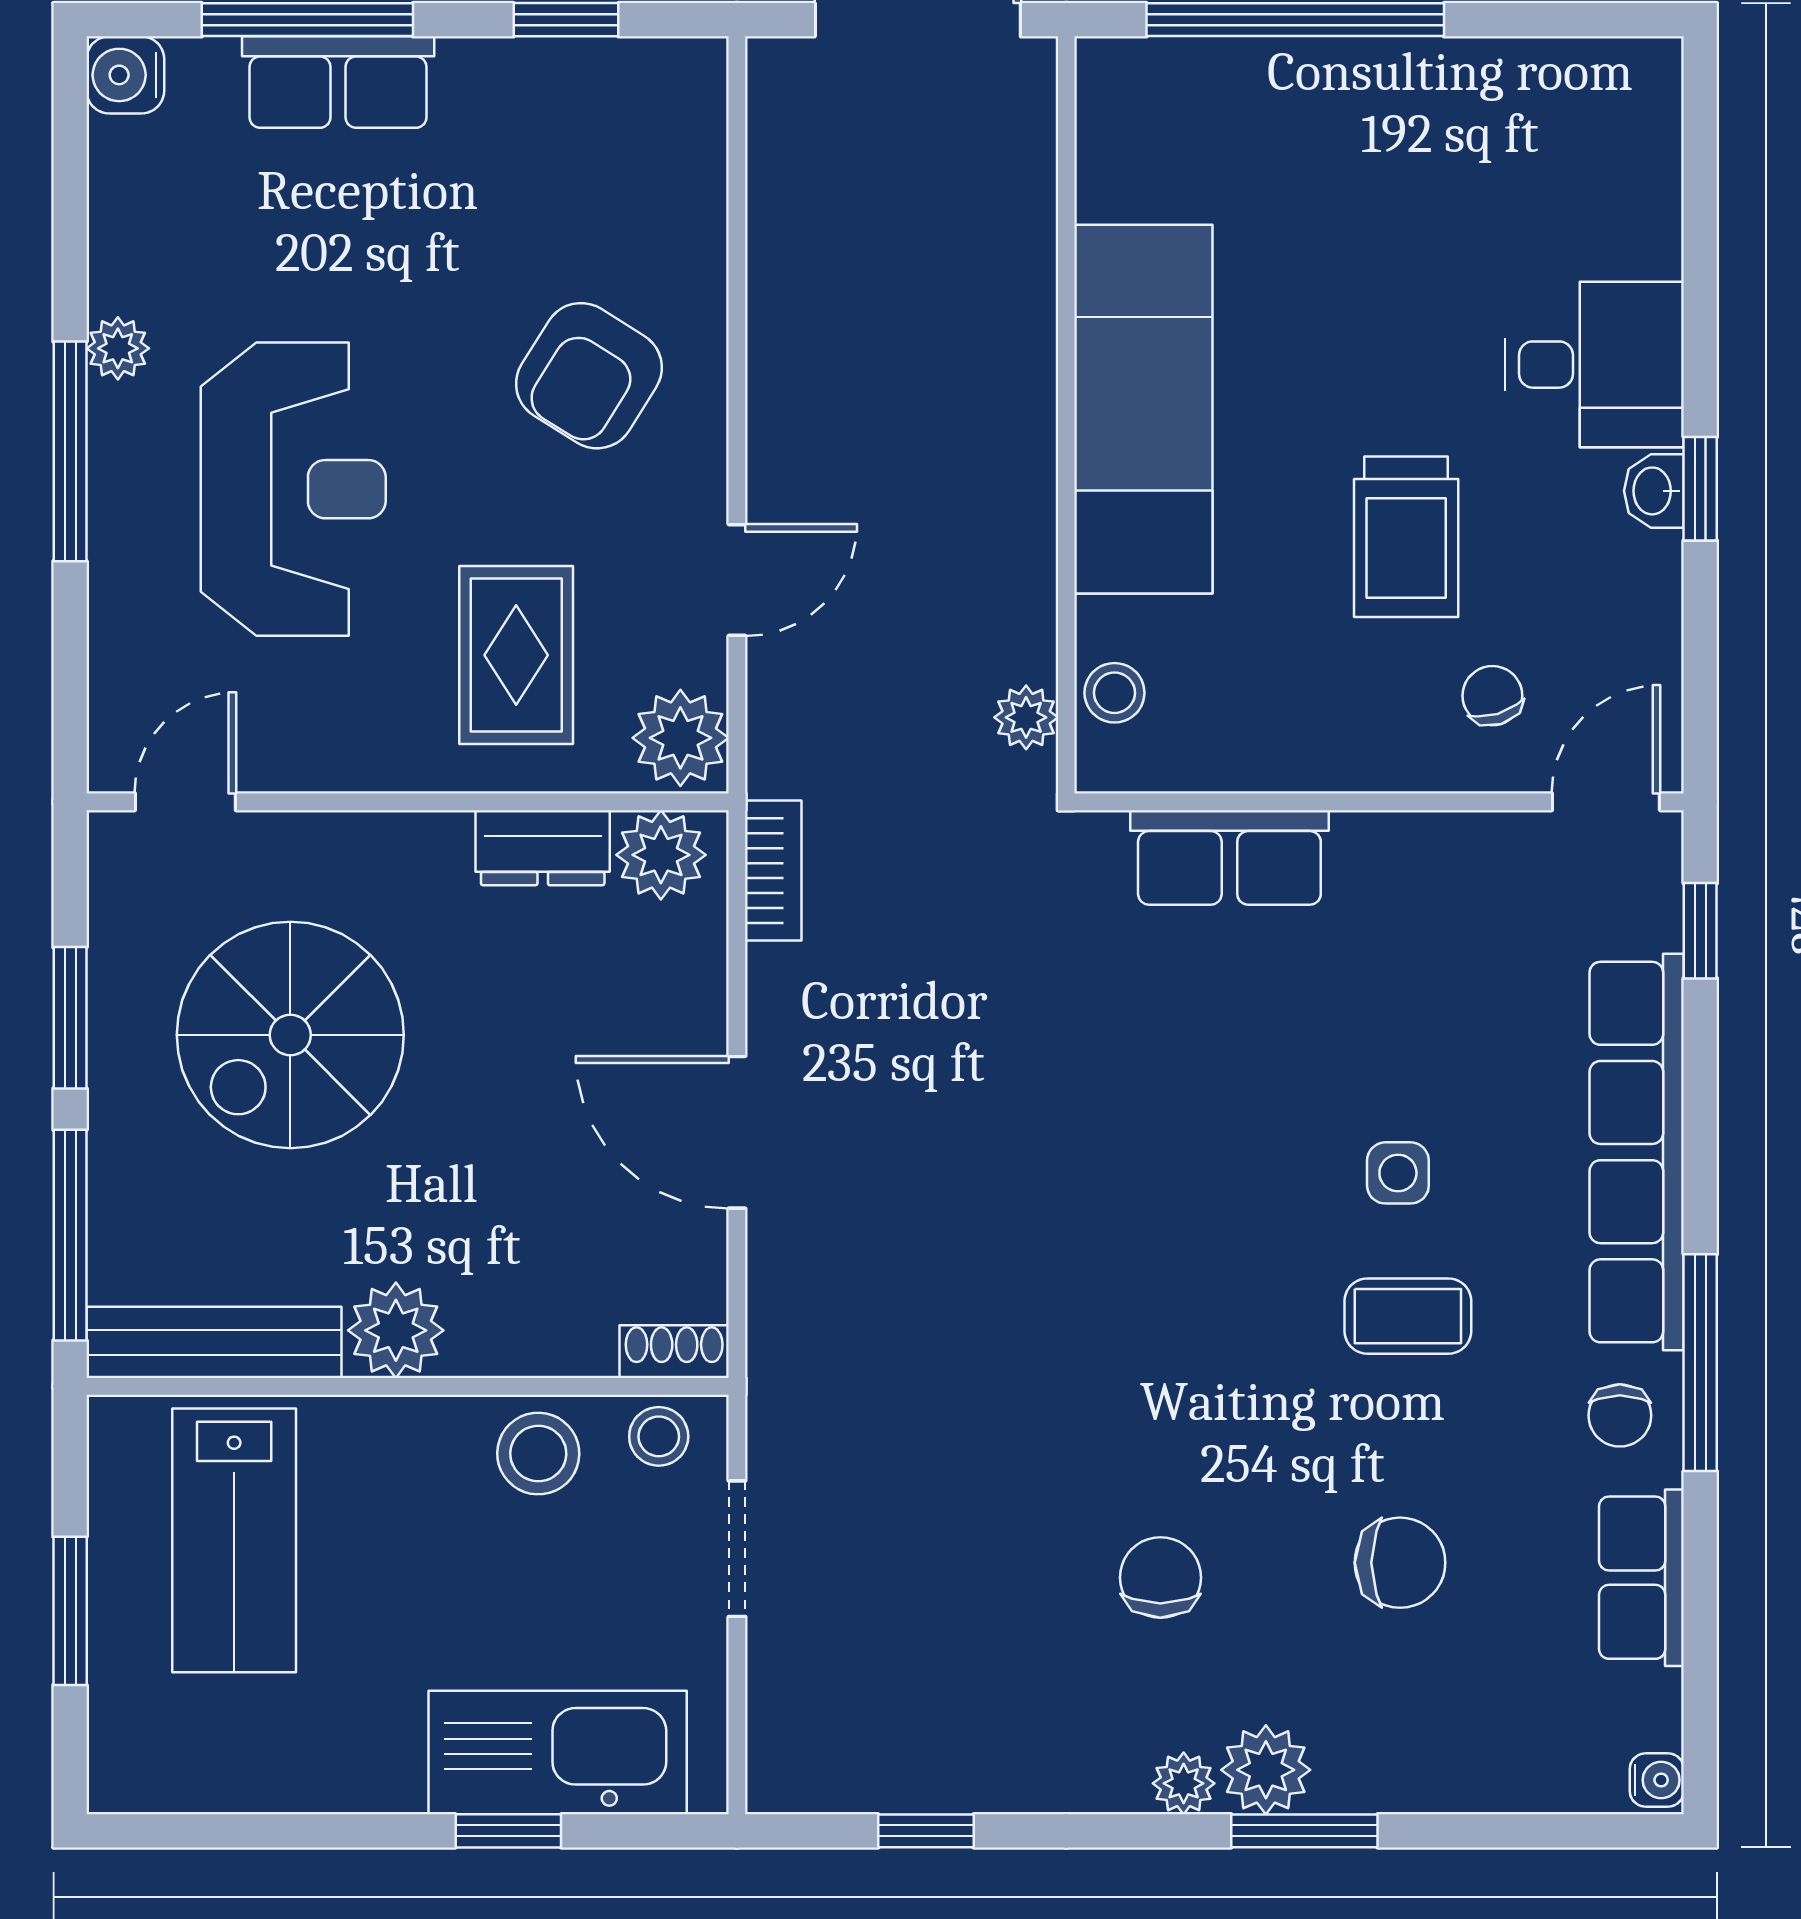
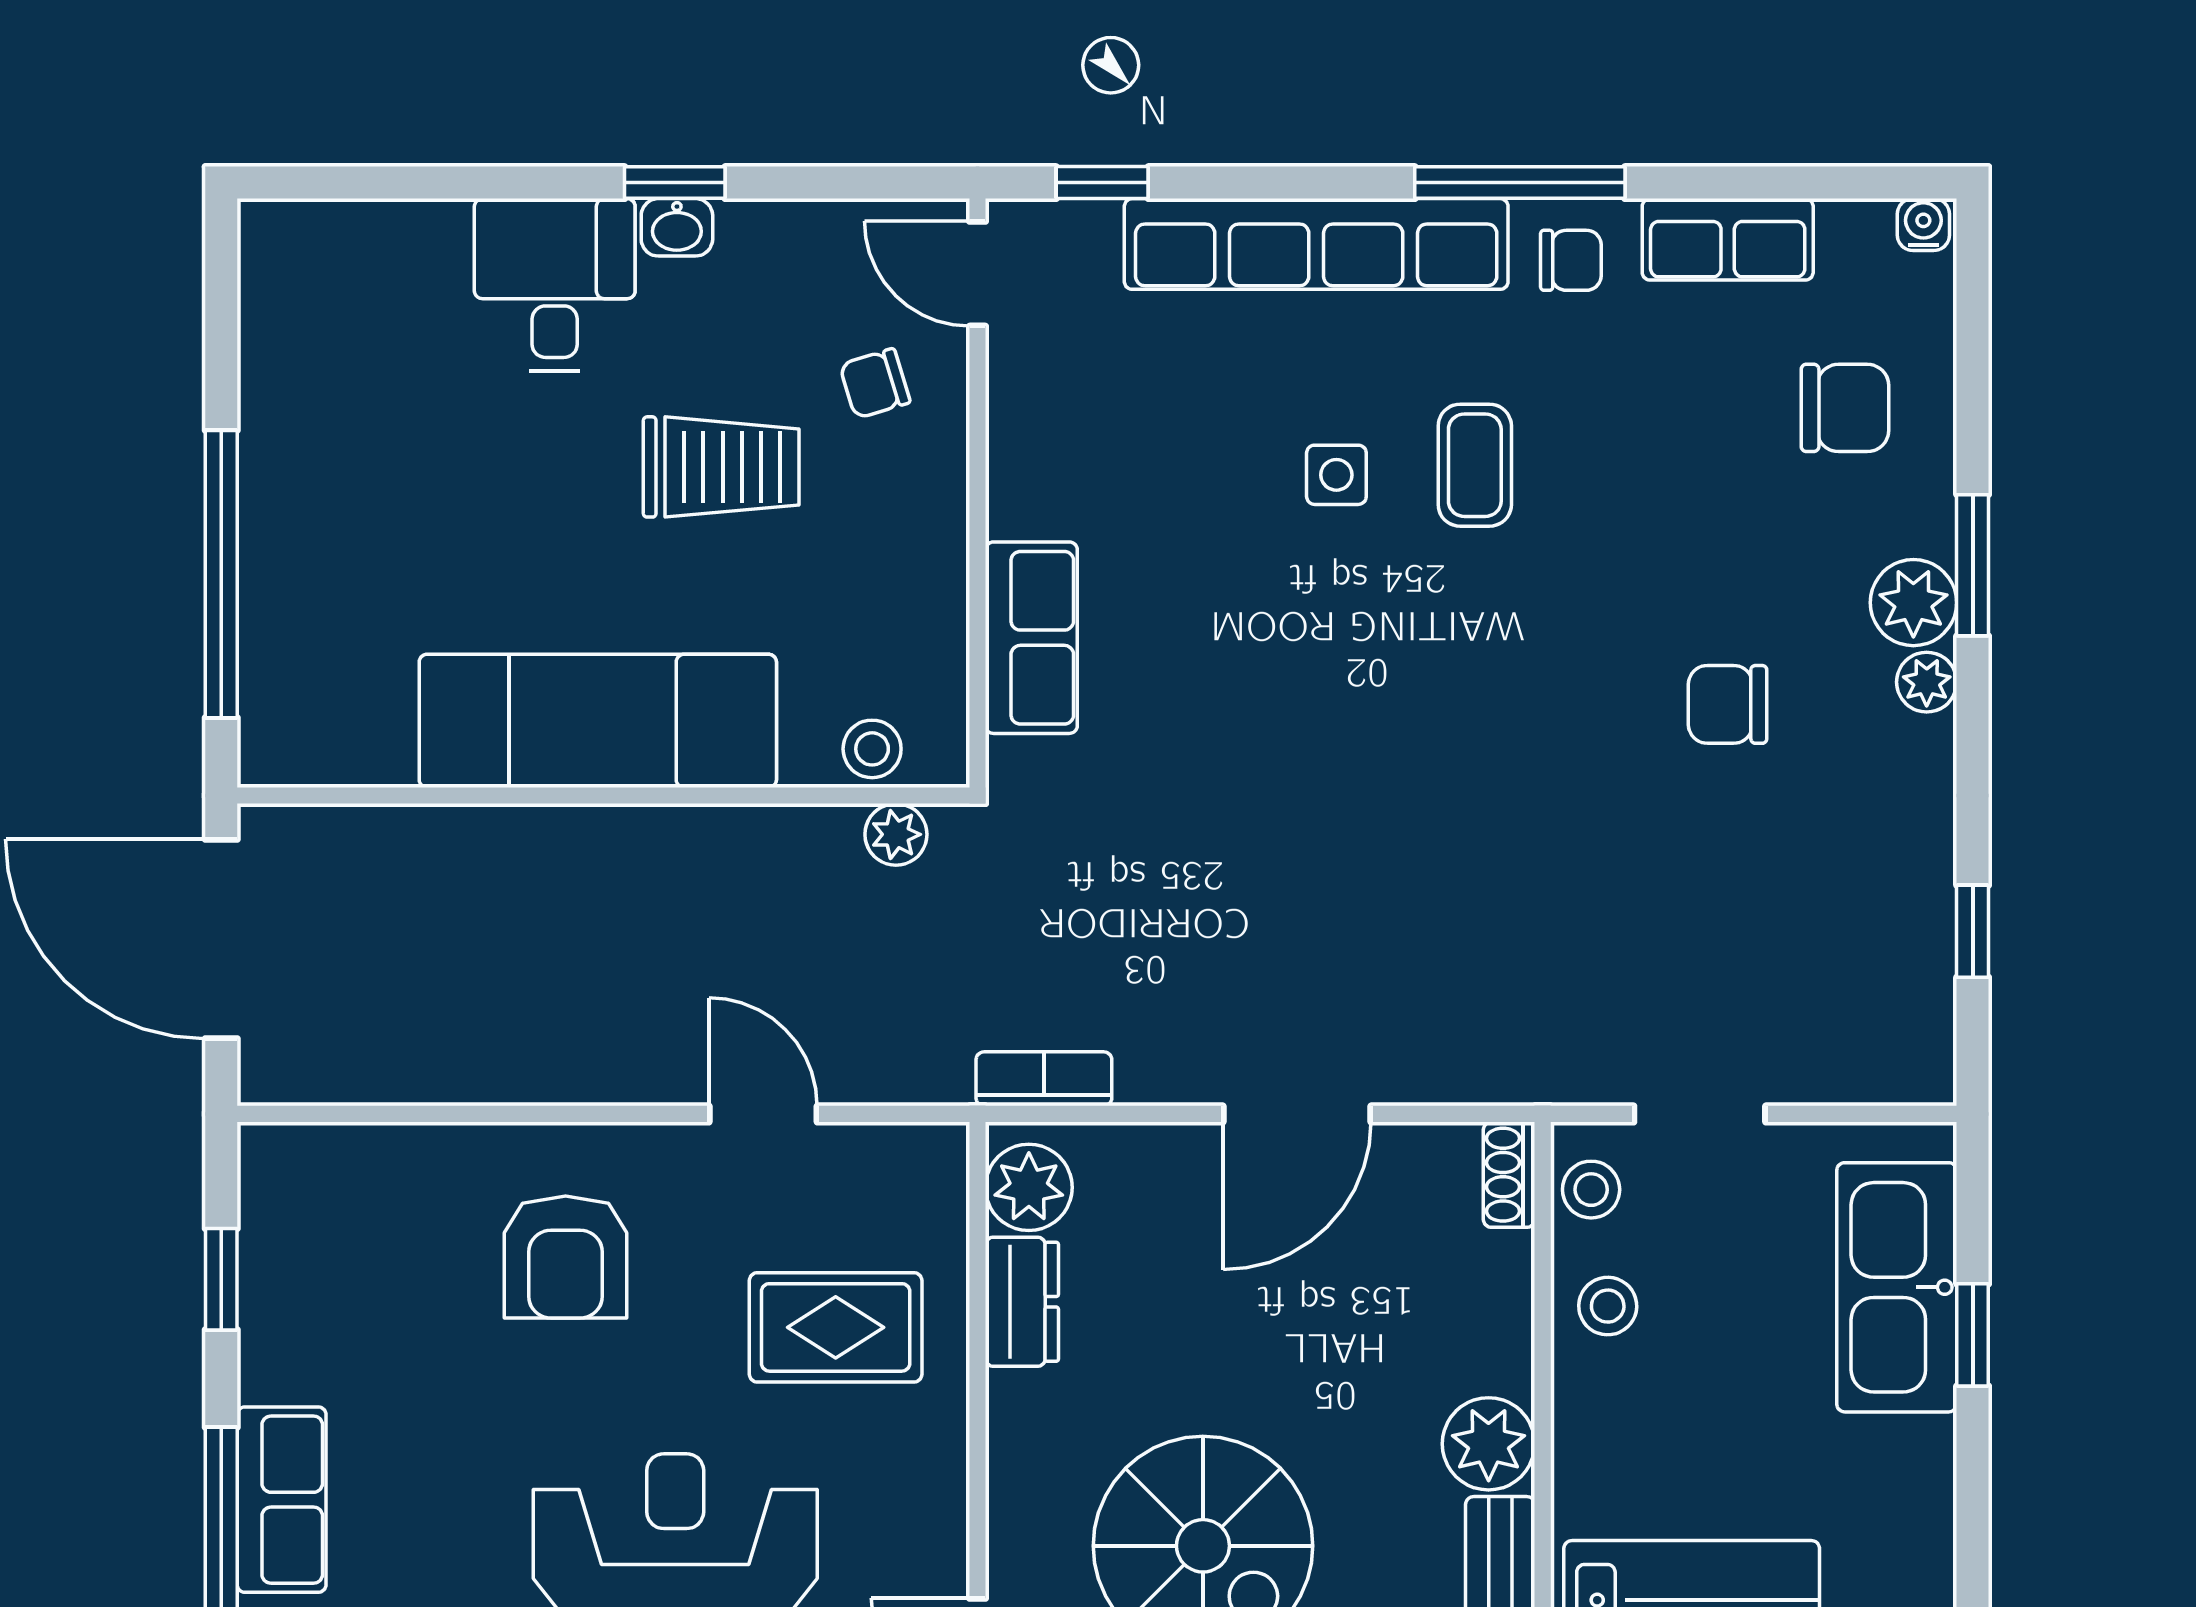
armchair: (589, 376) -> (566, 1257), turned 58
plant: (680, 738) -> (916, 1169), removed
stool: (538, 1454) -> (1608, 1306), width x0.73, depth x0.73
chair: (1400, 1563) -> (1845, 408), moved, turned 90

